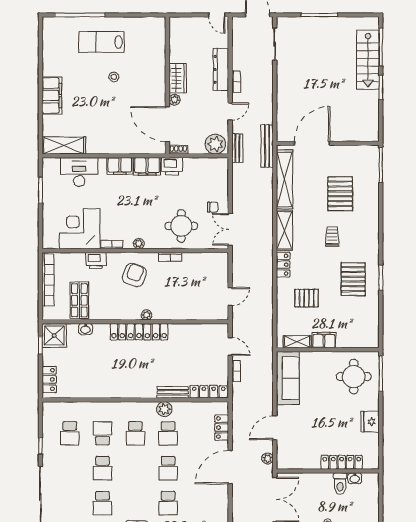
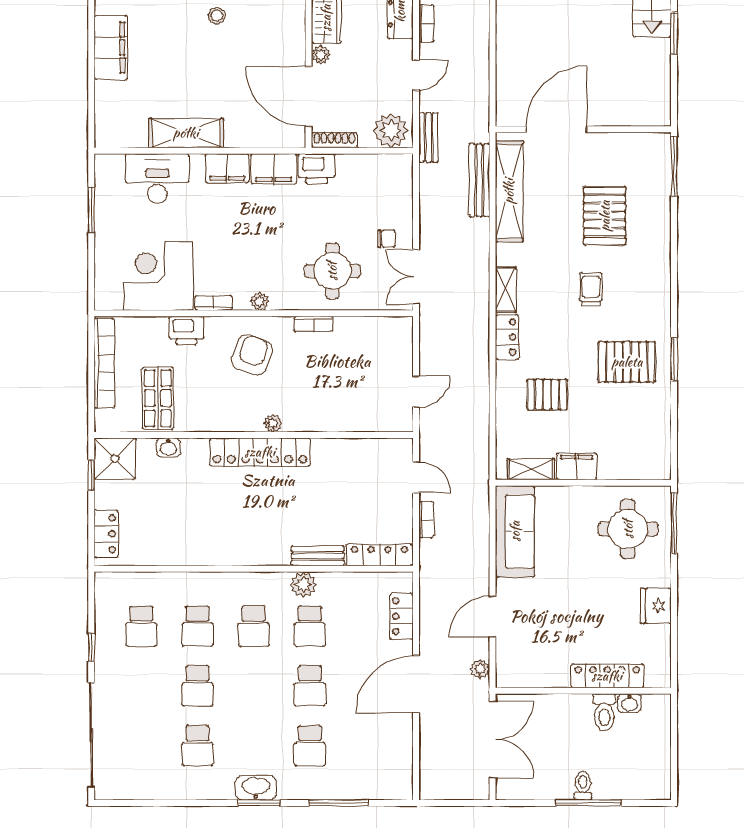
shelving: (64, 145) -> (186, 133), moved
bench: (267, 146) -> (479, 180), moved
shoe rack: (178, 150) -> (334, 140), width x1.43
shelving: (284, 230) -> (506, 290), width x0.67, depth x0.75
pallet: (353, 279) -> (627, 362), turned 90
school desk: (103, 433) -> (197, 626), turned 180

